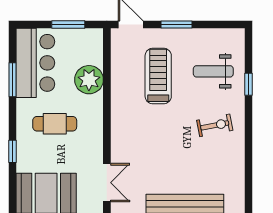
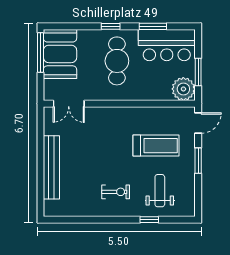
plant: (89, 80) -> (183, 89), moved
cafe table: (55, 124) -> (117, 61), width x1.37, depth x1.35
exercise bike: (215, 125) -> (116, 192), turned -79
window: (12, 151) -> (111, 26), moved

